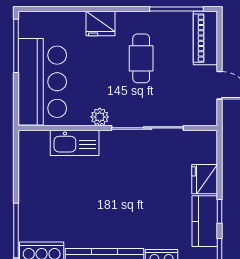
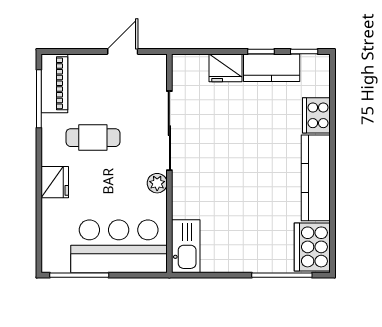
piano: (205, 38) -> (54, 83), moved, turned -90
kitchen sink: (75, 143) -> (186, 246), moved

